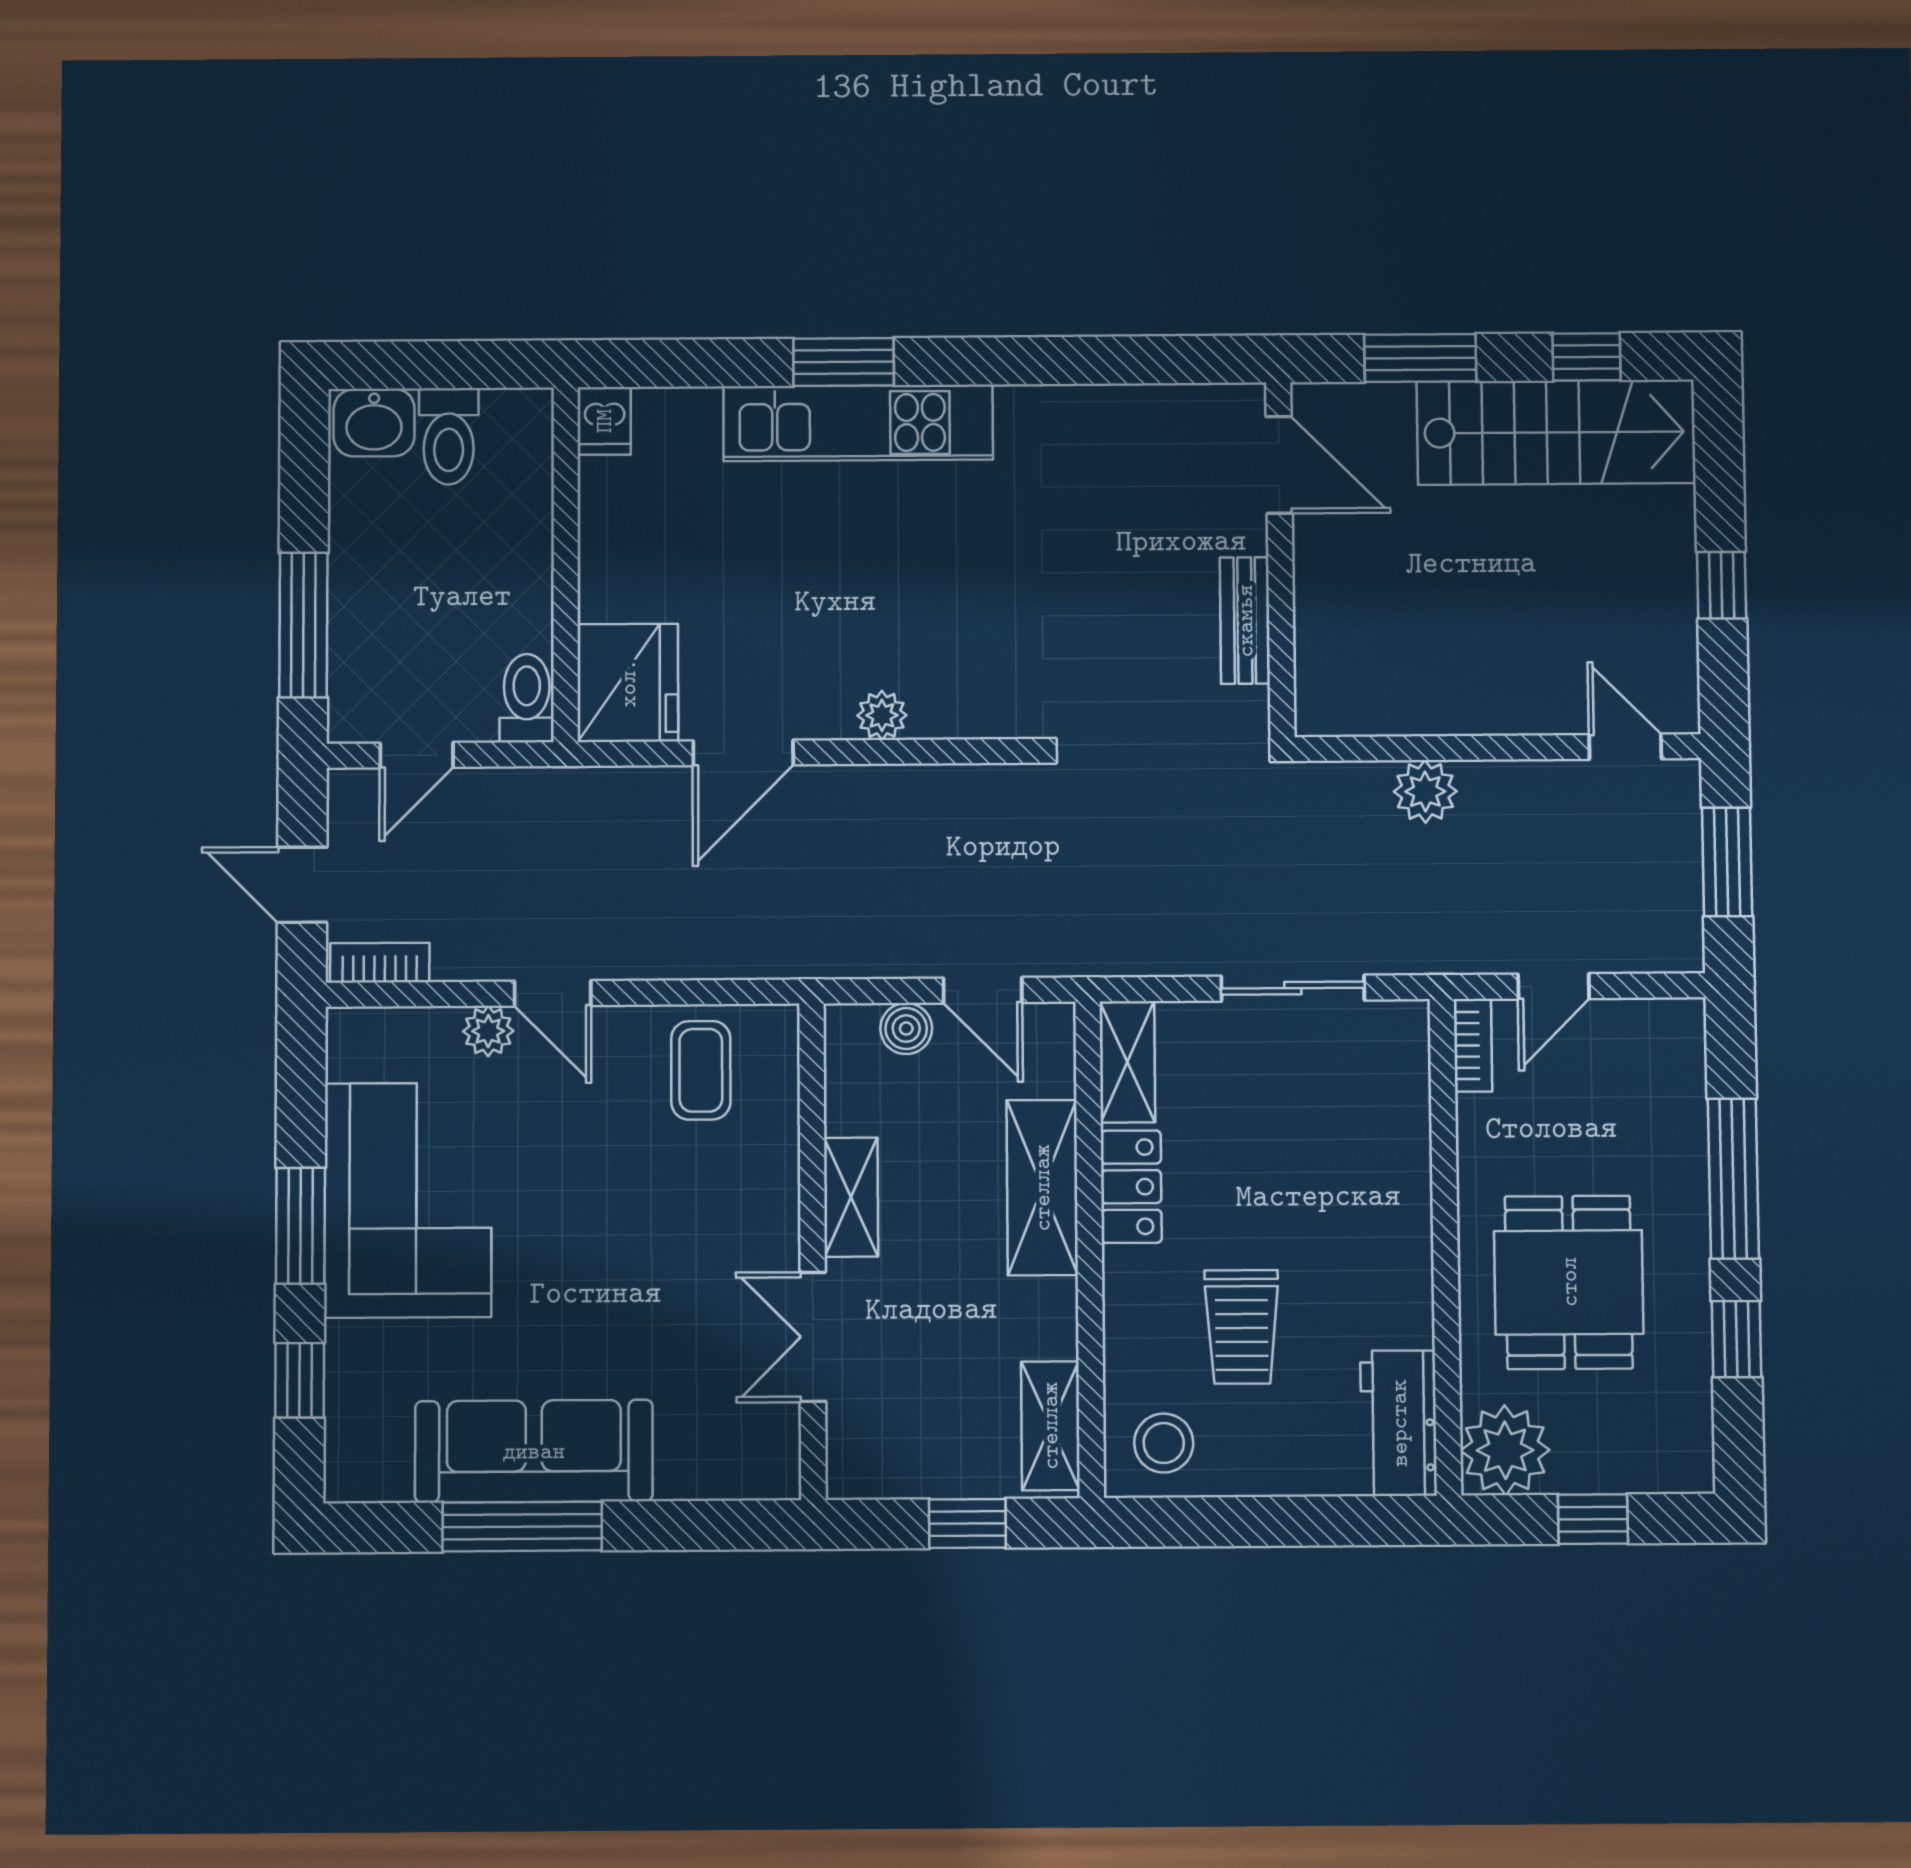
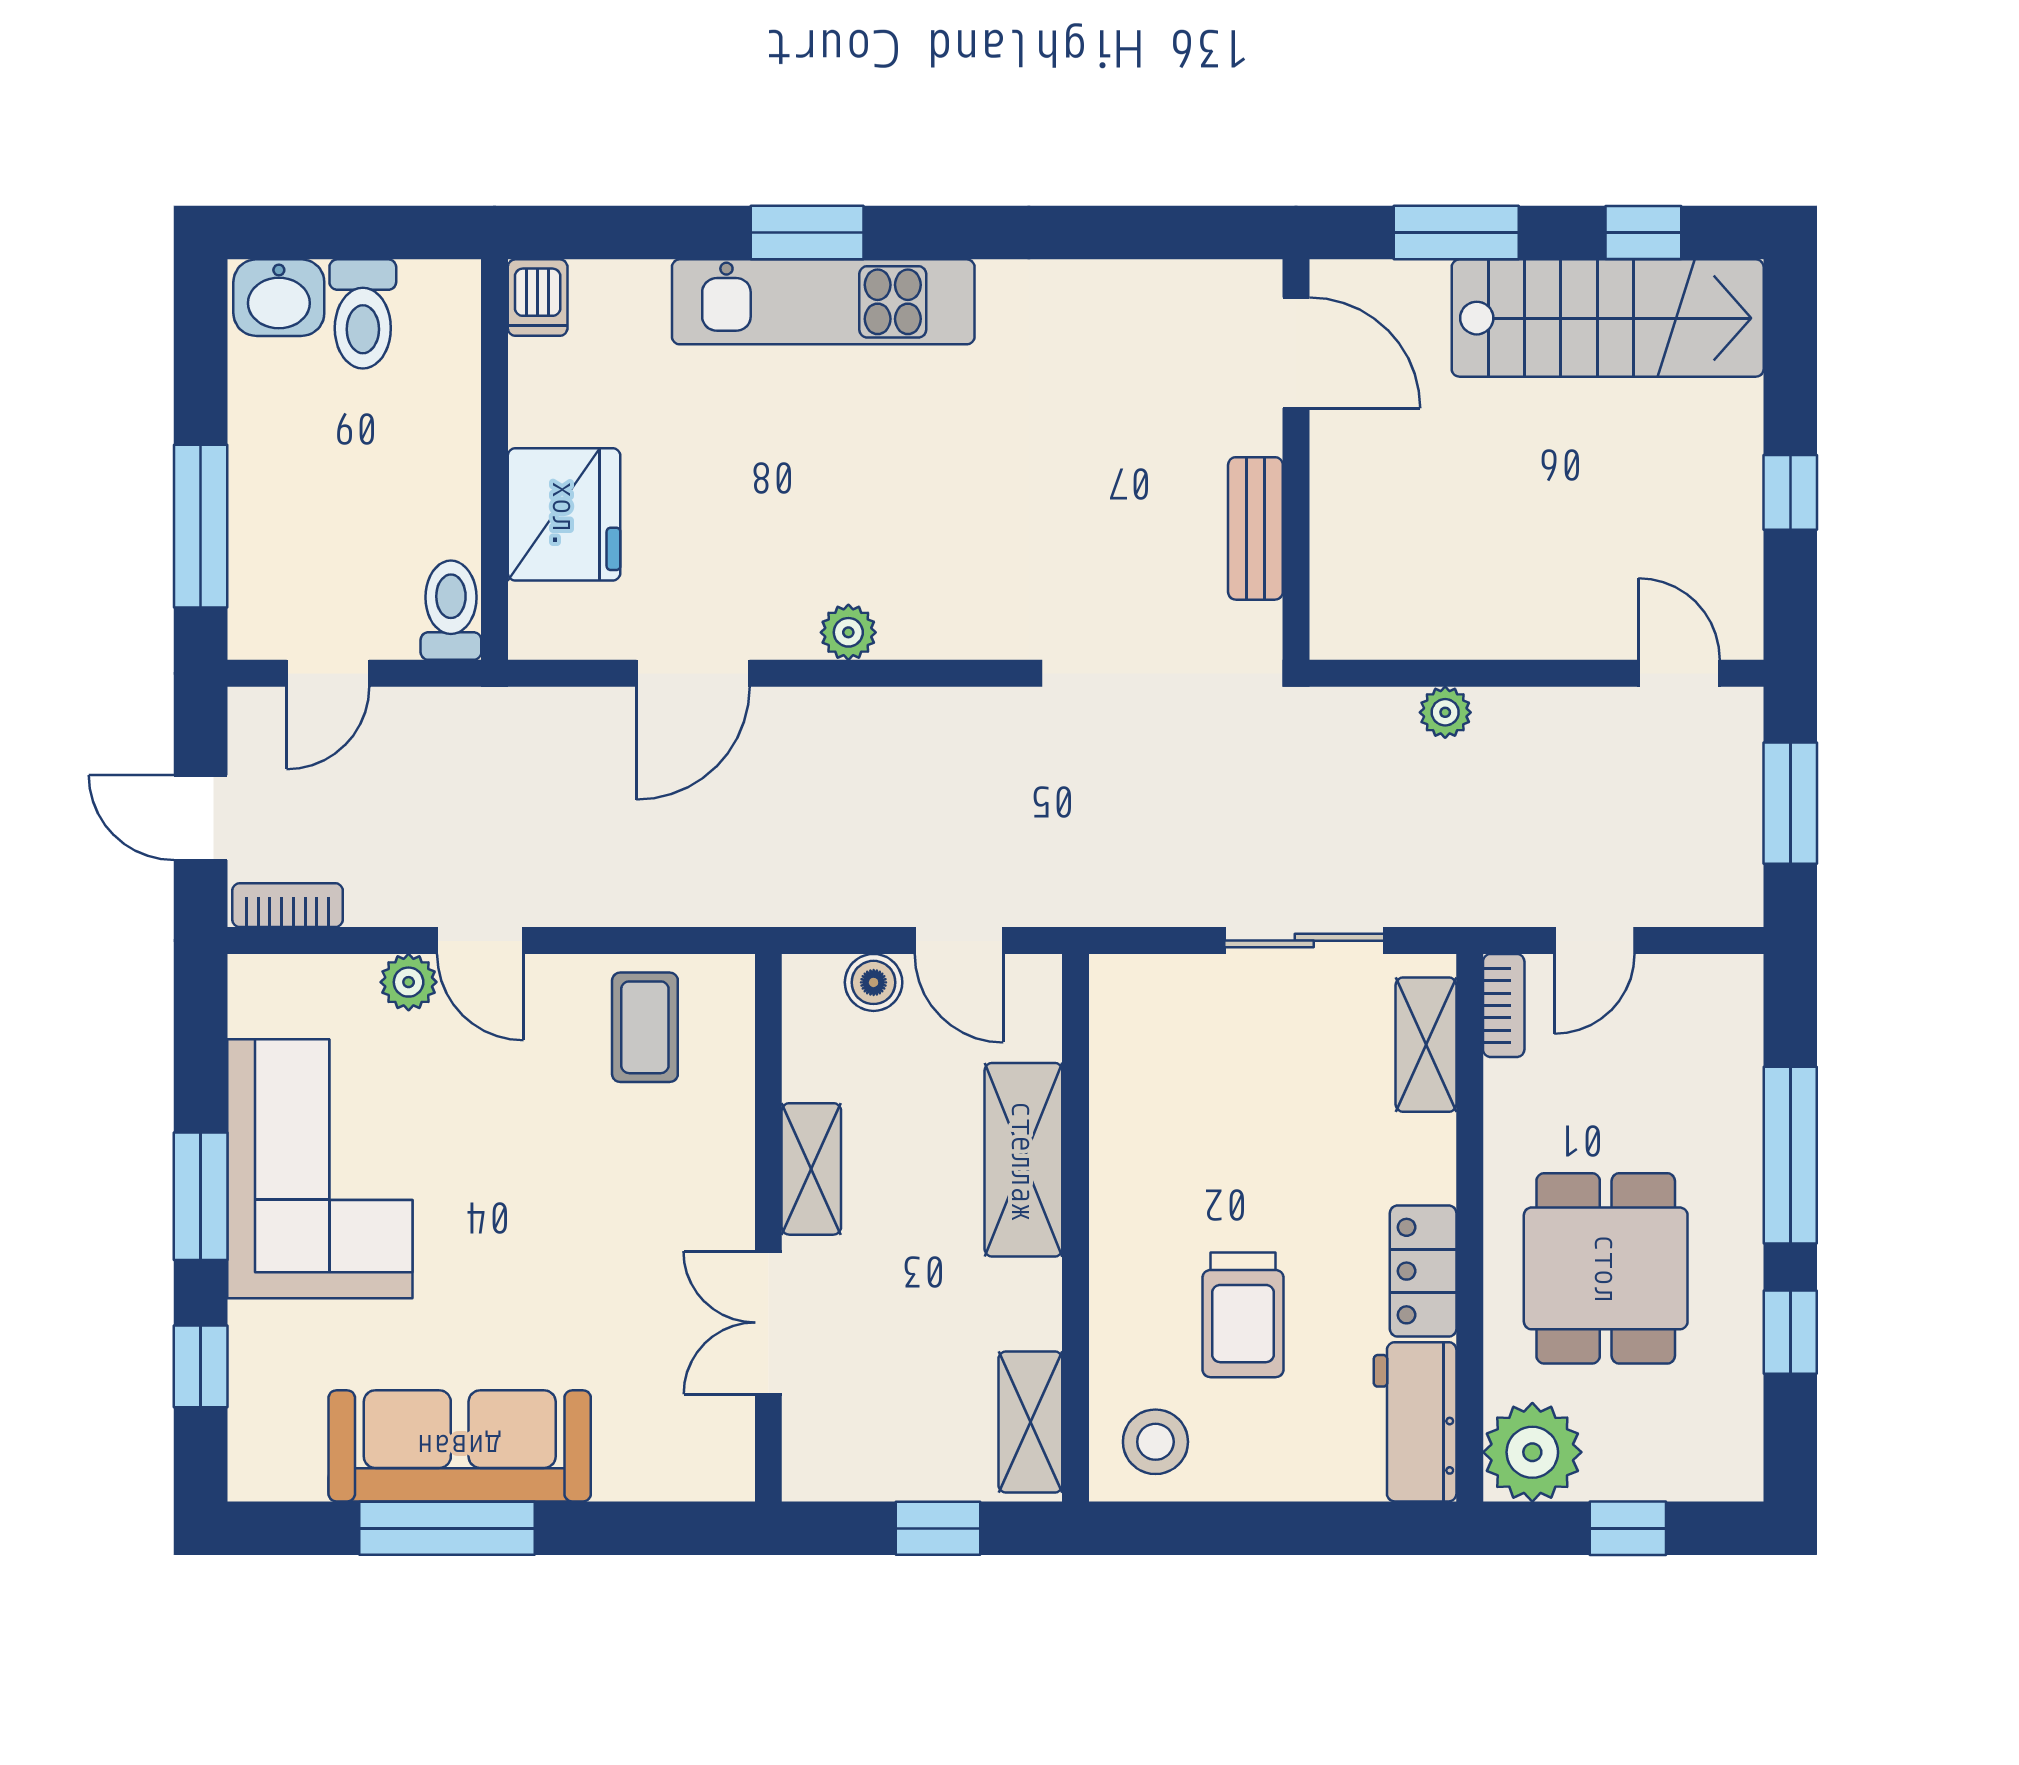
fridge: (628, 683) -> (564, 514), moved
plant: (1425, 791) -> (1445, 712), width x0.73, depth x0.73
shelving: (1127, 1062) -> (1426, 1045), moved
locker: (1131, 1187) -> (1423, 1271), moved, turned 180

